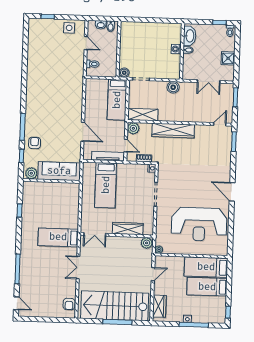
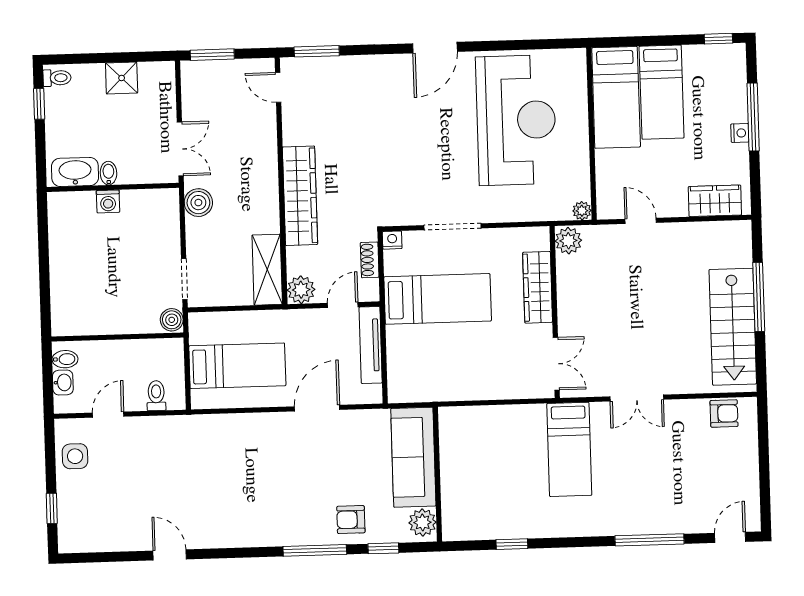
door: (25, 65) -> (170, 555), added
double door: (209, 81) -> (180, 149), moved
bed: (117, 100) -> (237, 366), moved
bed: (106, 185) -> (438, 299), moved
stairs: (115, 306) -> (733, 327), width x0.73, depth x0.66

